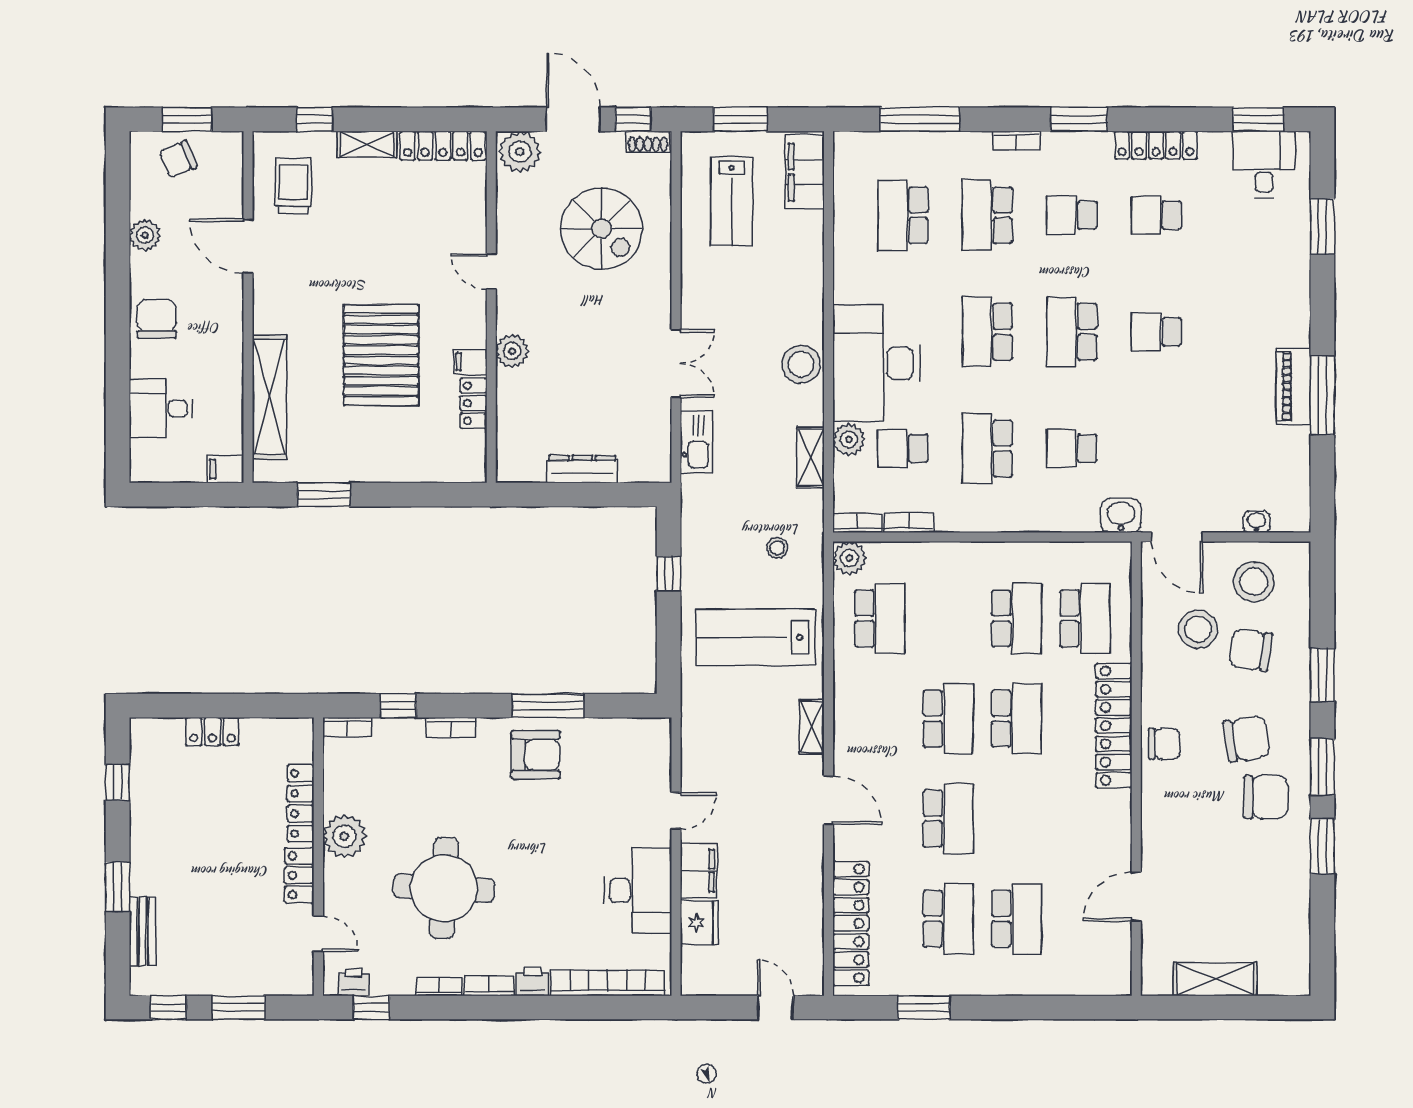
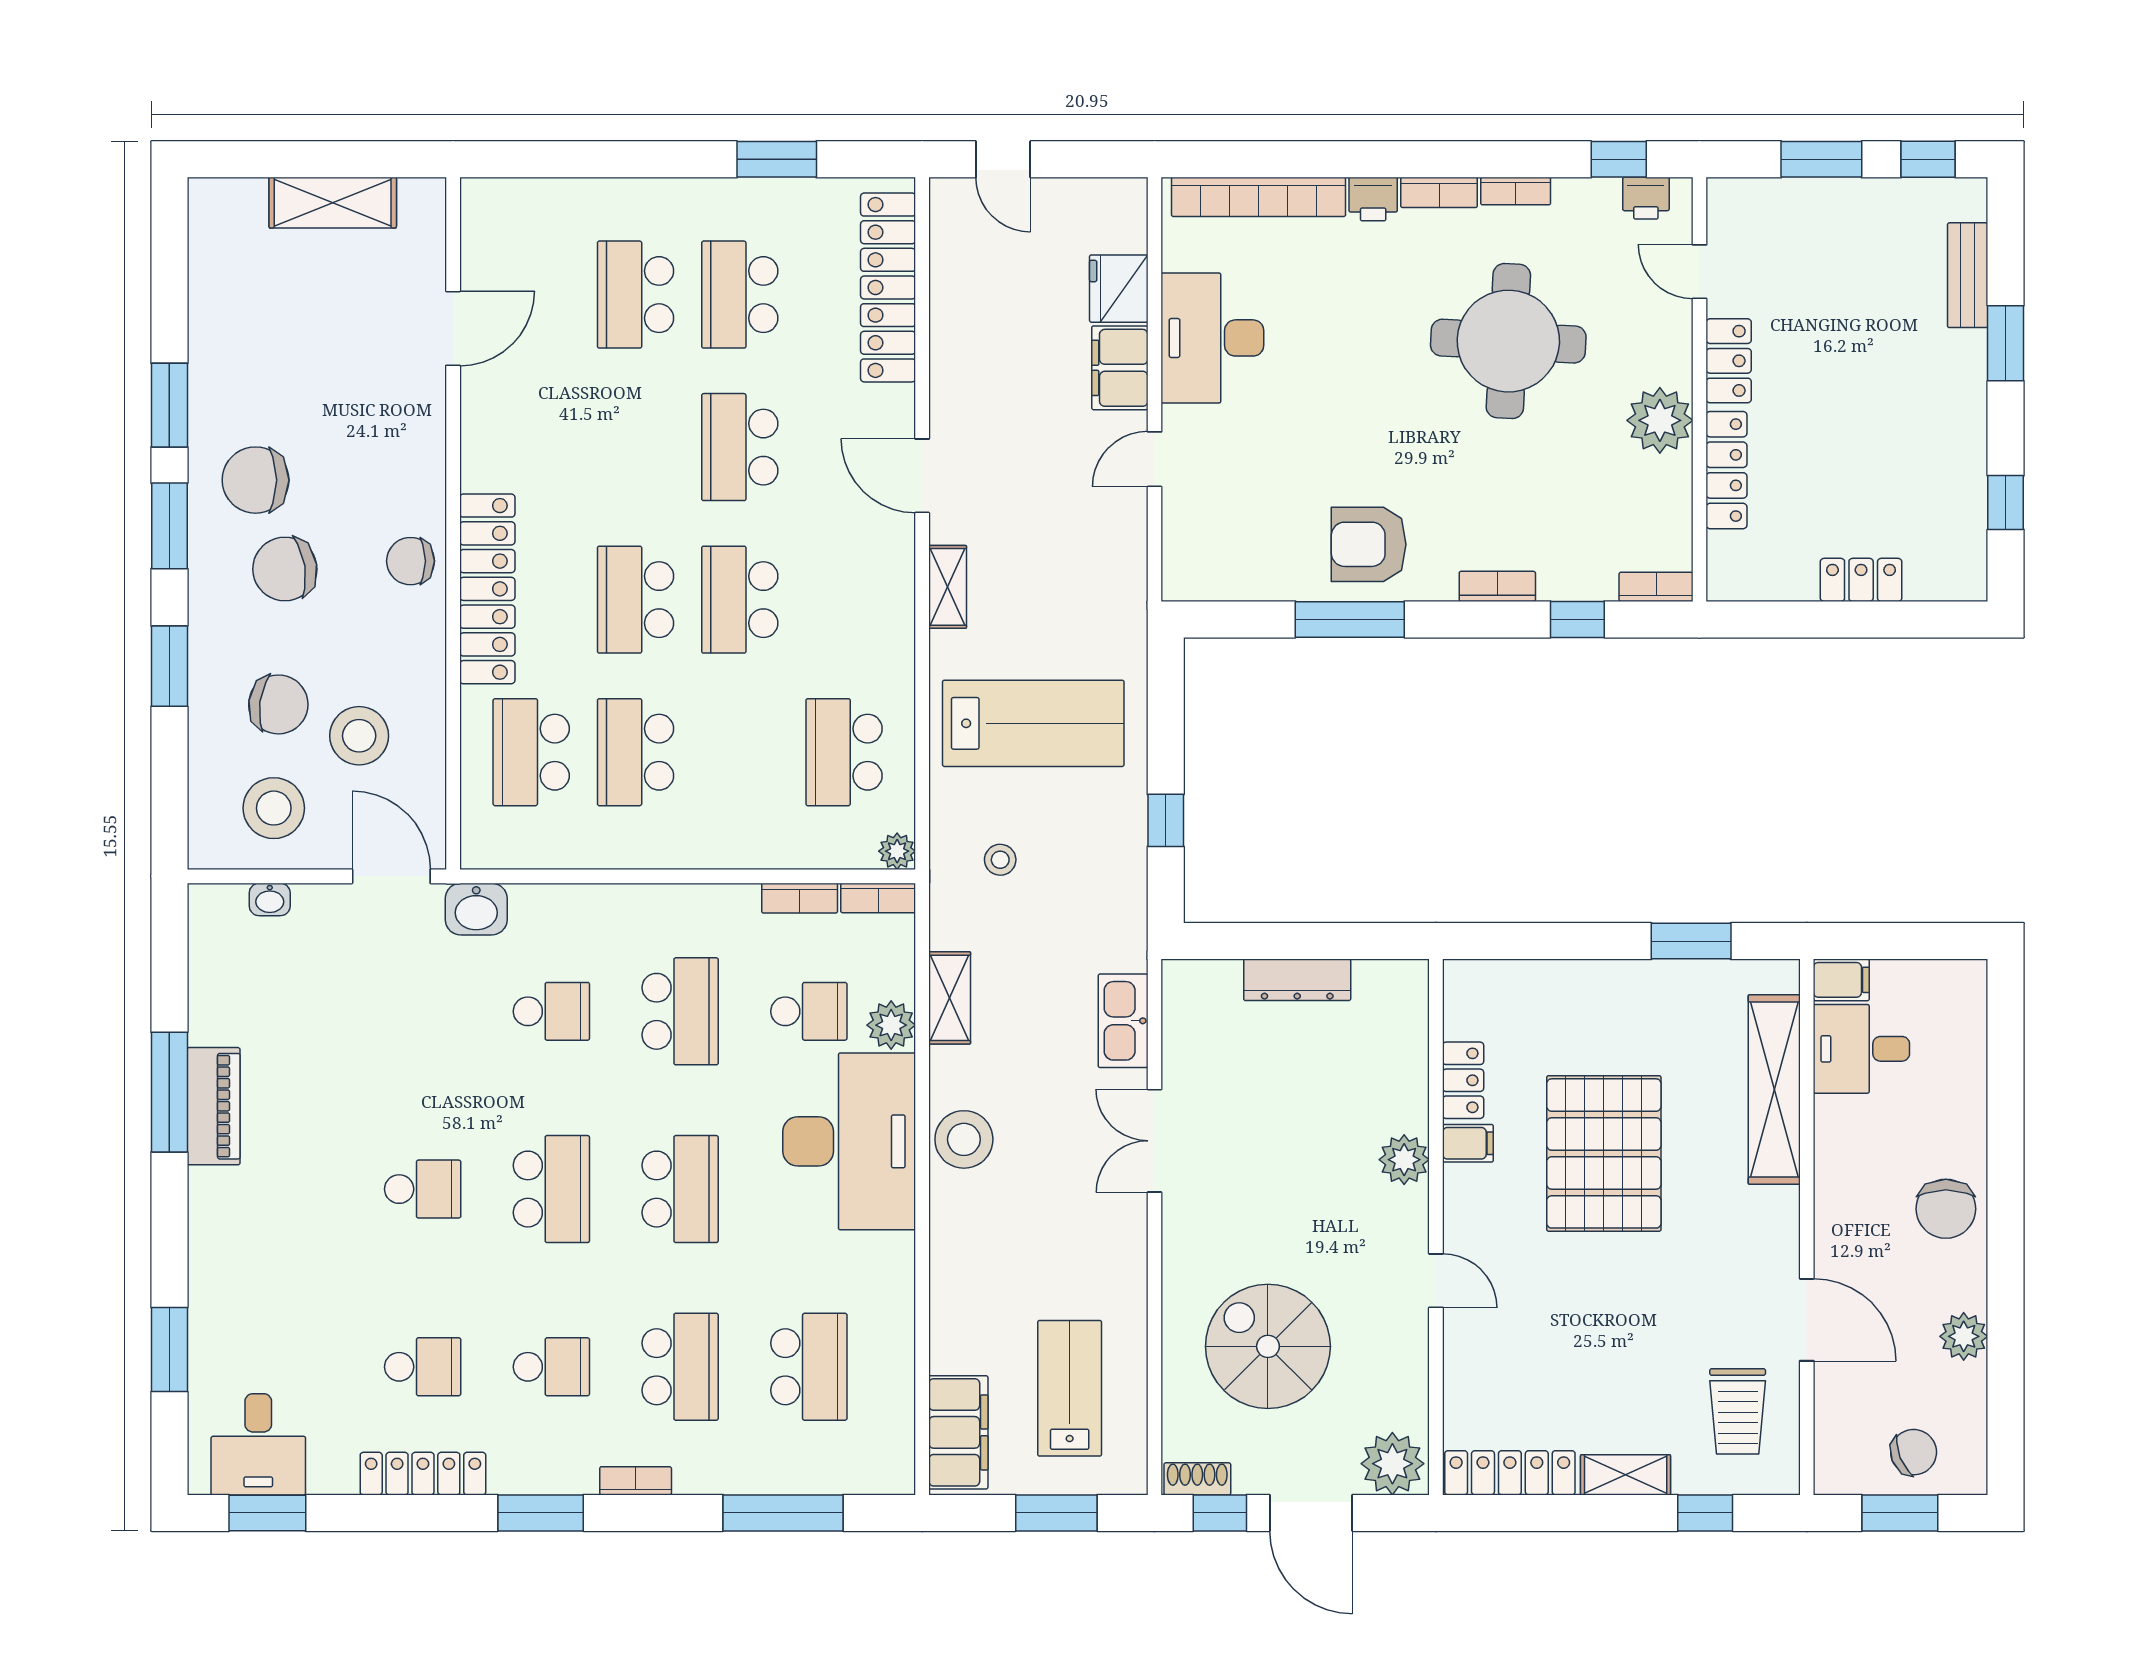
desk: (161, 408) -> (1861, 1049), moved, turned 180
plant: (849, 558) -> (897, 851), width x0.73, depth x0.73

